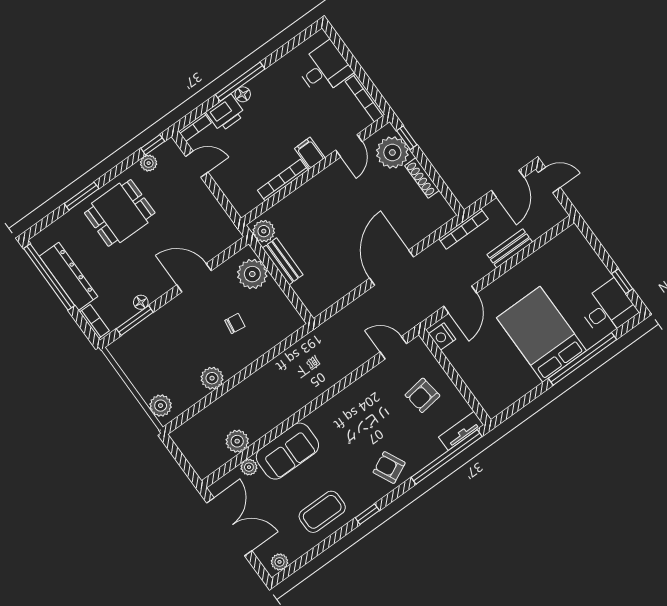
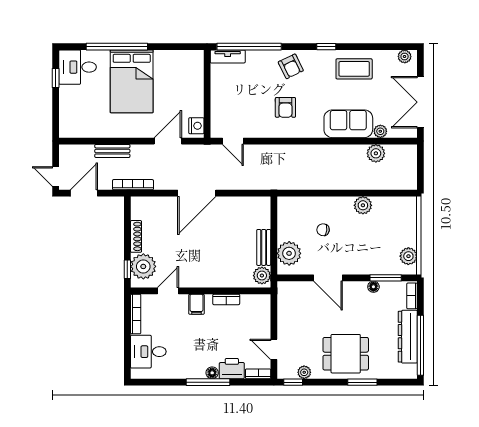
bookcase: (283, 180) -> (226, 299), width x0.64
armchair: (422, 395) -> (285, 107), moved, turned 98
plant: (161, 406) -> (408, 256), moved

